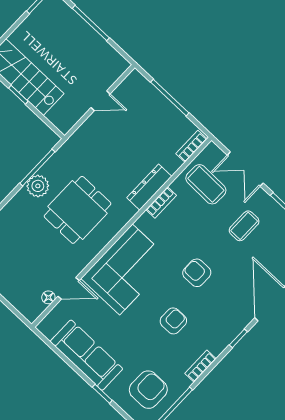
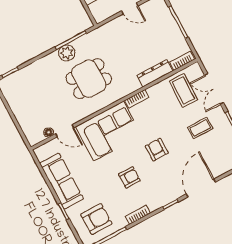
dresser: (149, 187) -> (155, 73), moved
bookcase: (161, 202) -> (137, 99), moved

